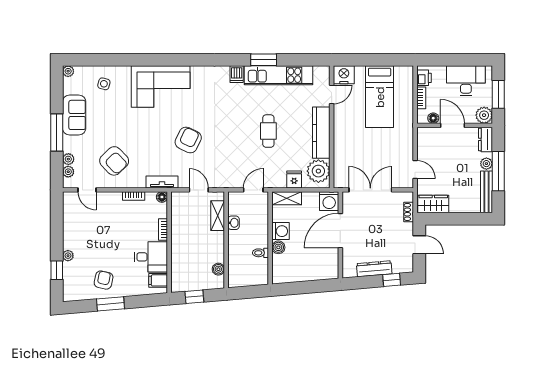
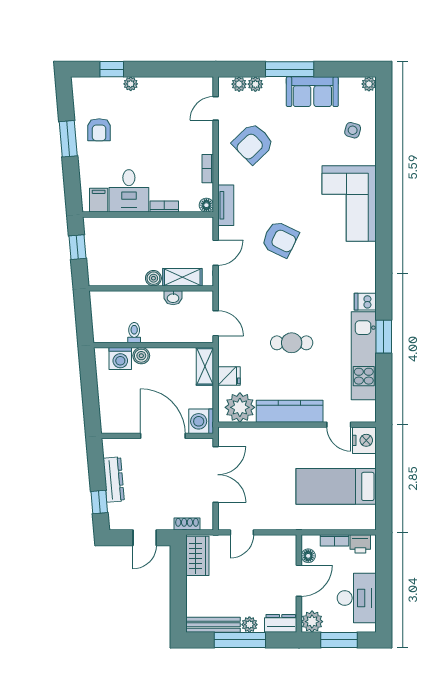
washing machine: (281, 231) -> (120, 359), moved
boiler: (218, 269) -> (153, 278), moved
armchair: (104, 280) -> (99, 130), turned 78

